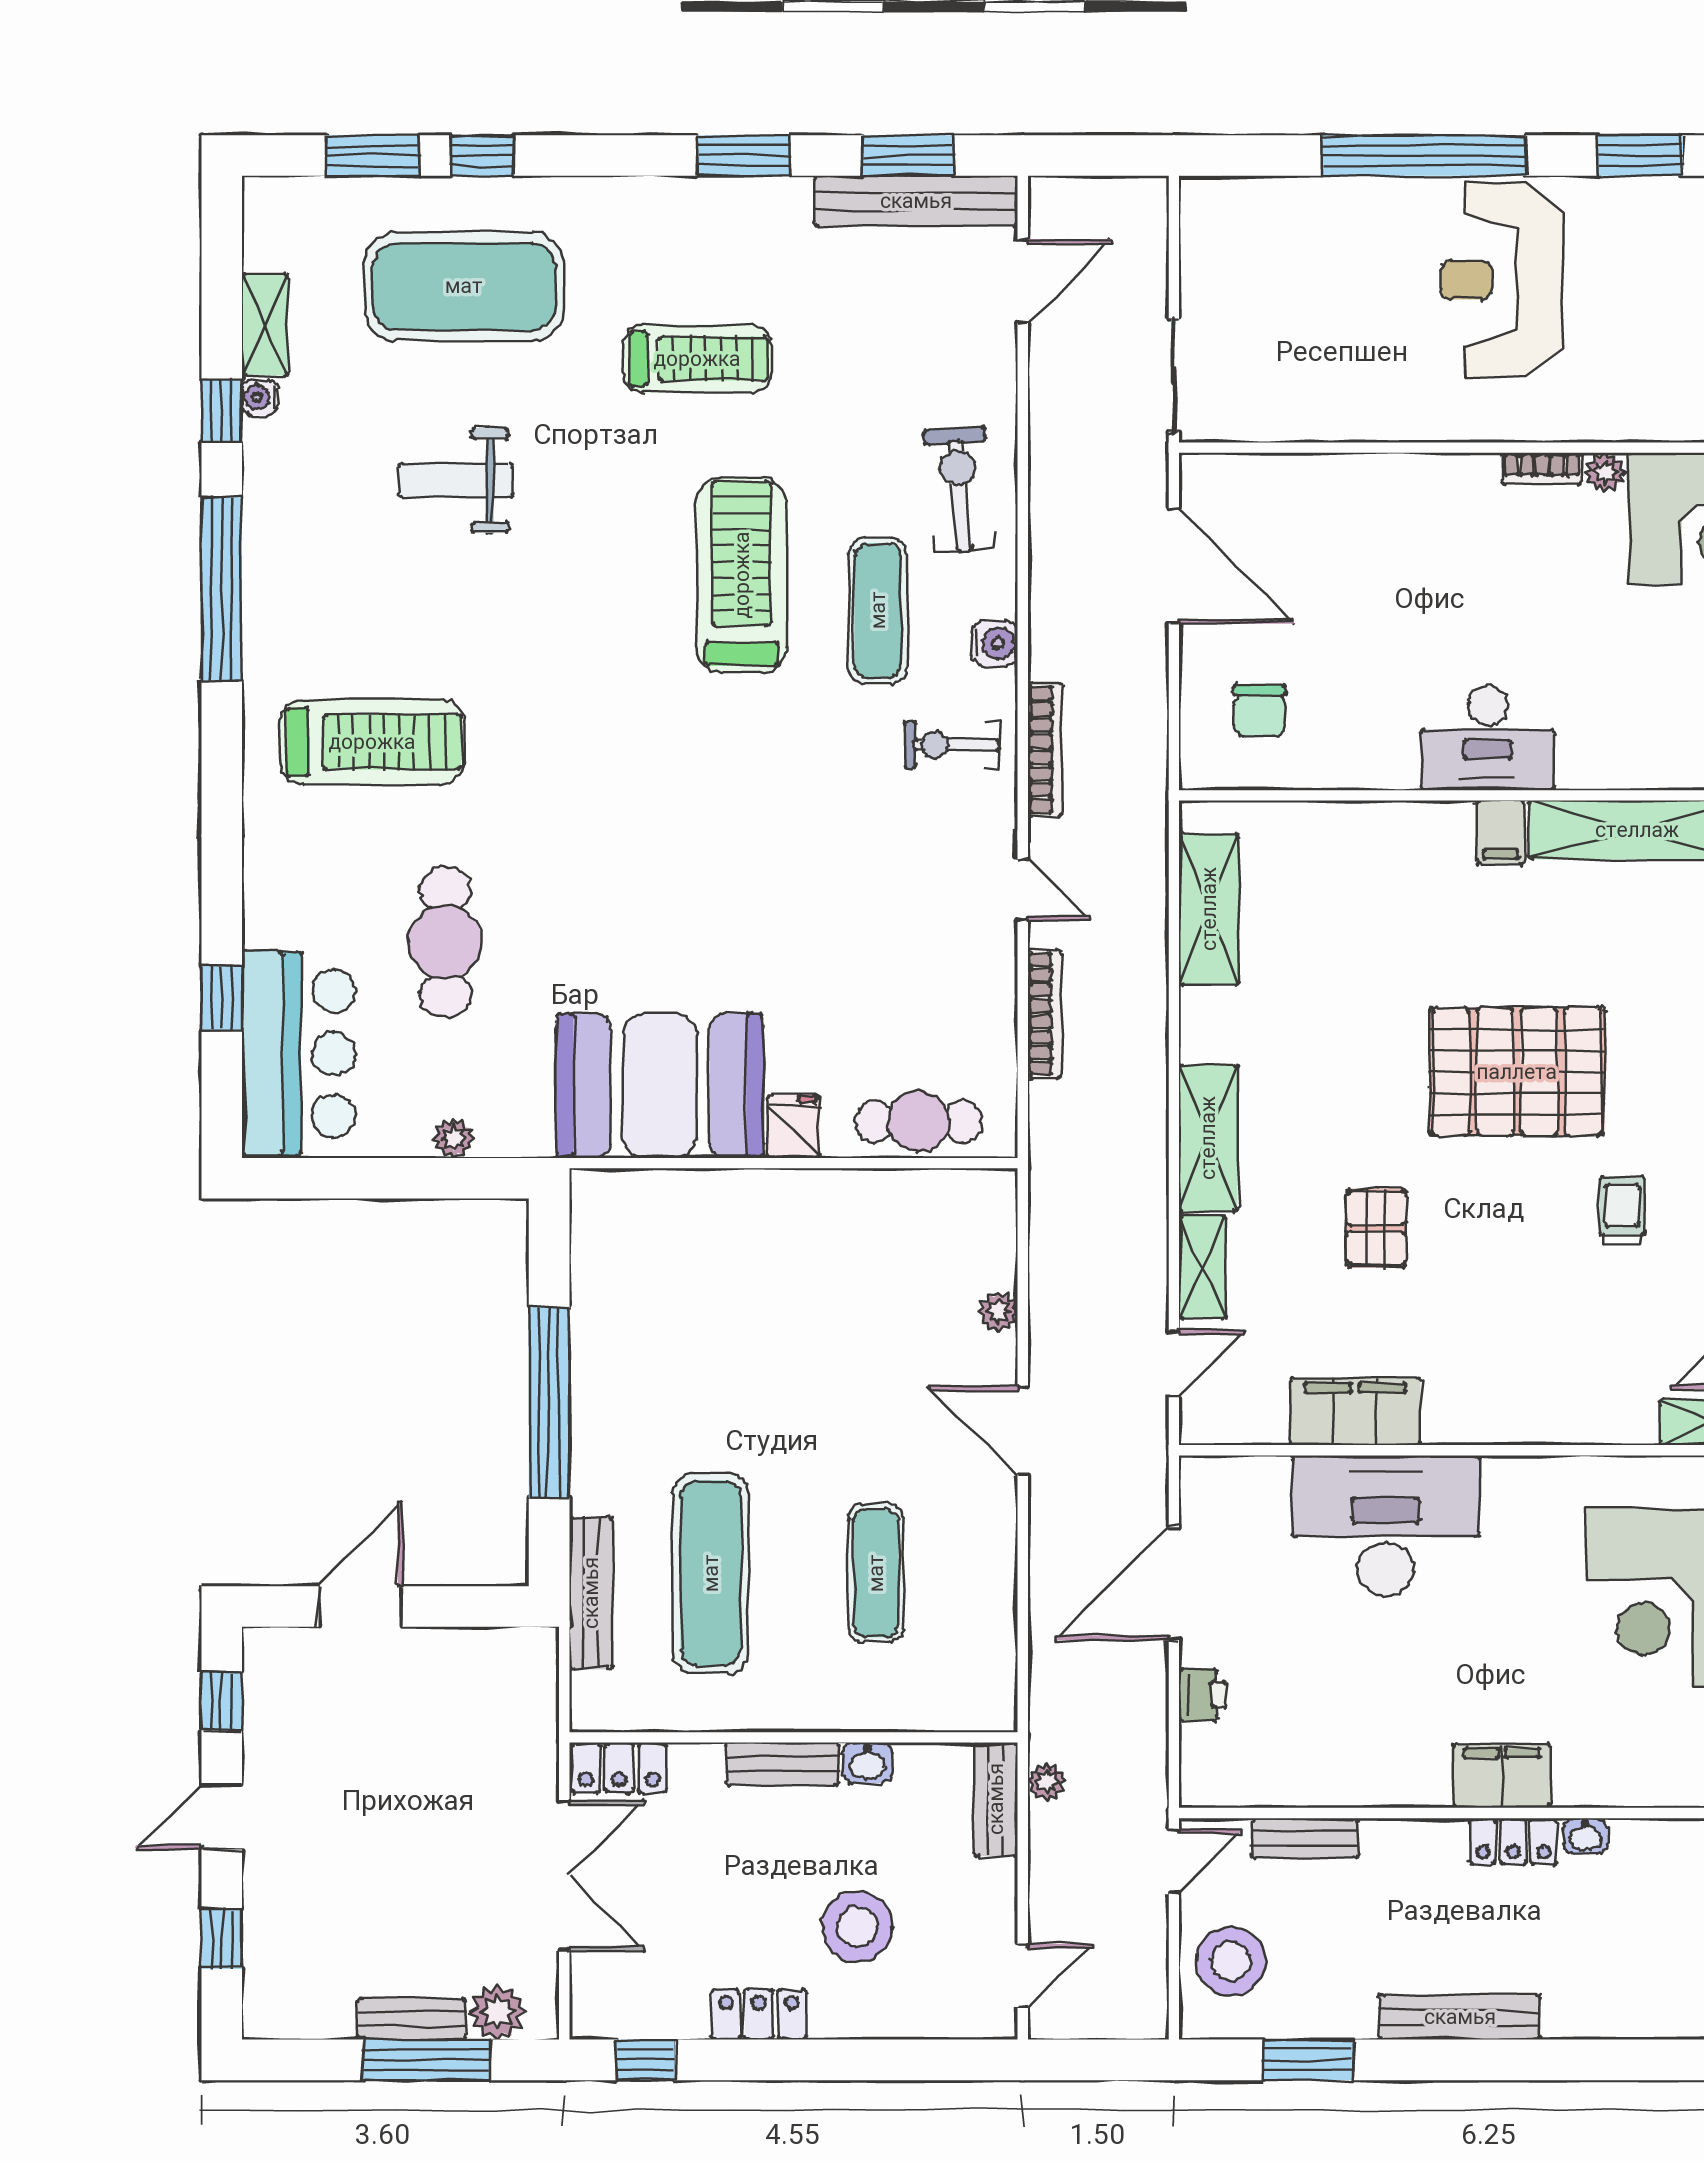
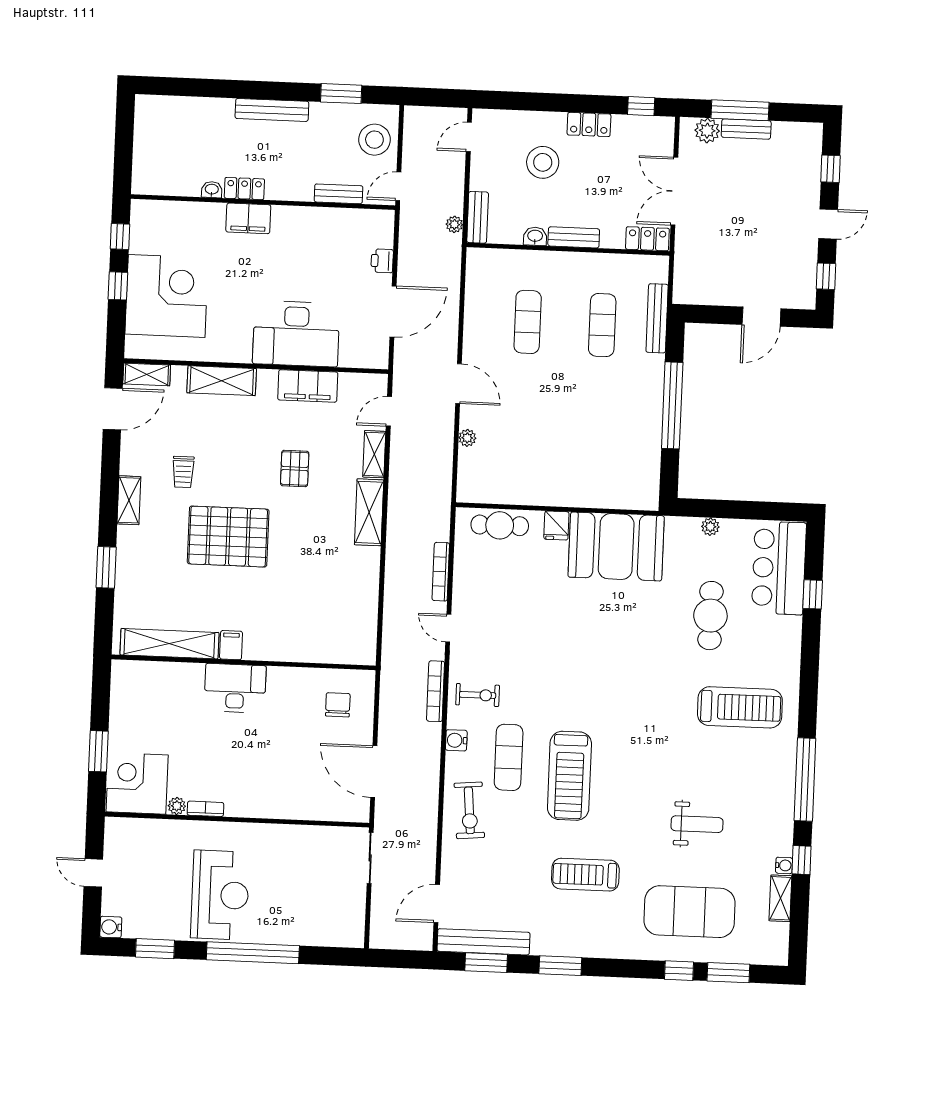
treadmill: (372, 742) -> (740, 707), turned 180
shelving: (1209, 909) -> (222, 381), moved, turned 90
exercise mat: (711, 1573) -> (602, 325), width x0.73, depth x0.69

